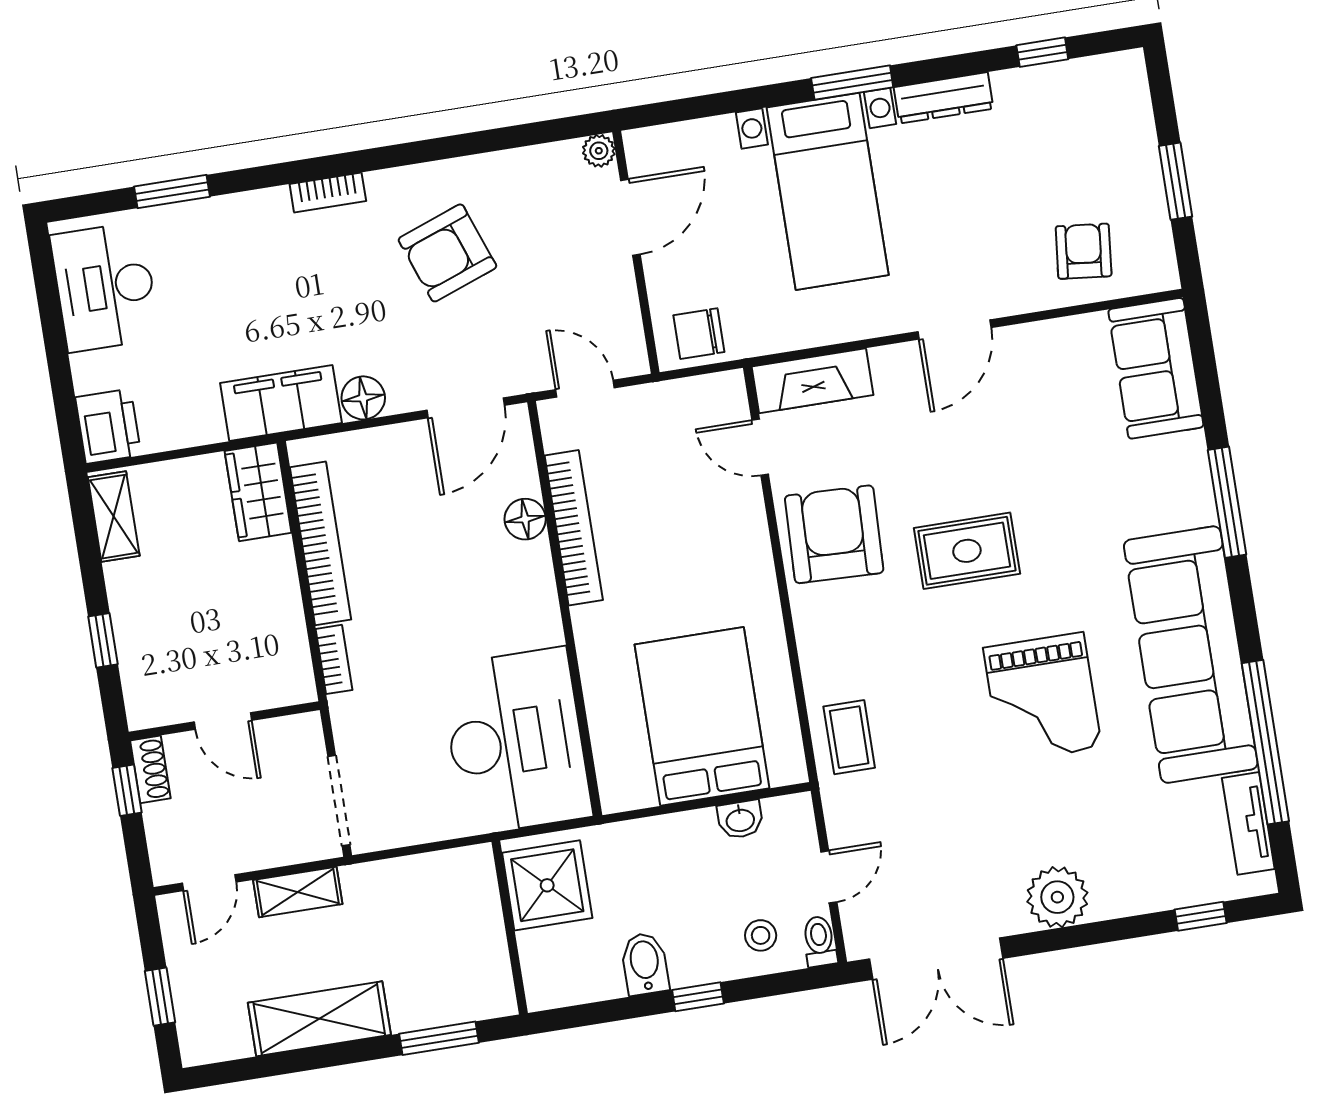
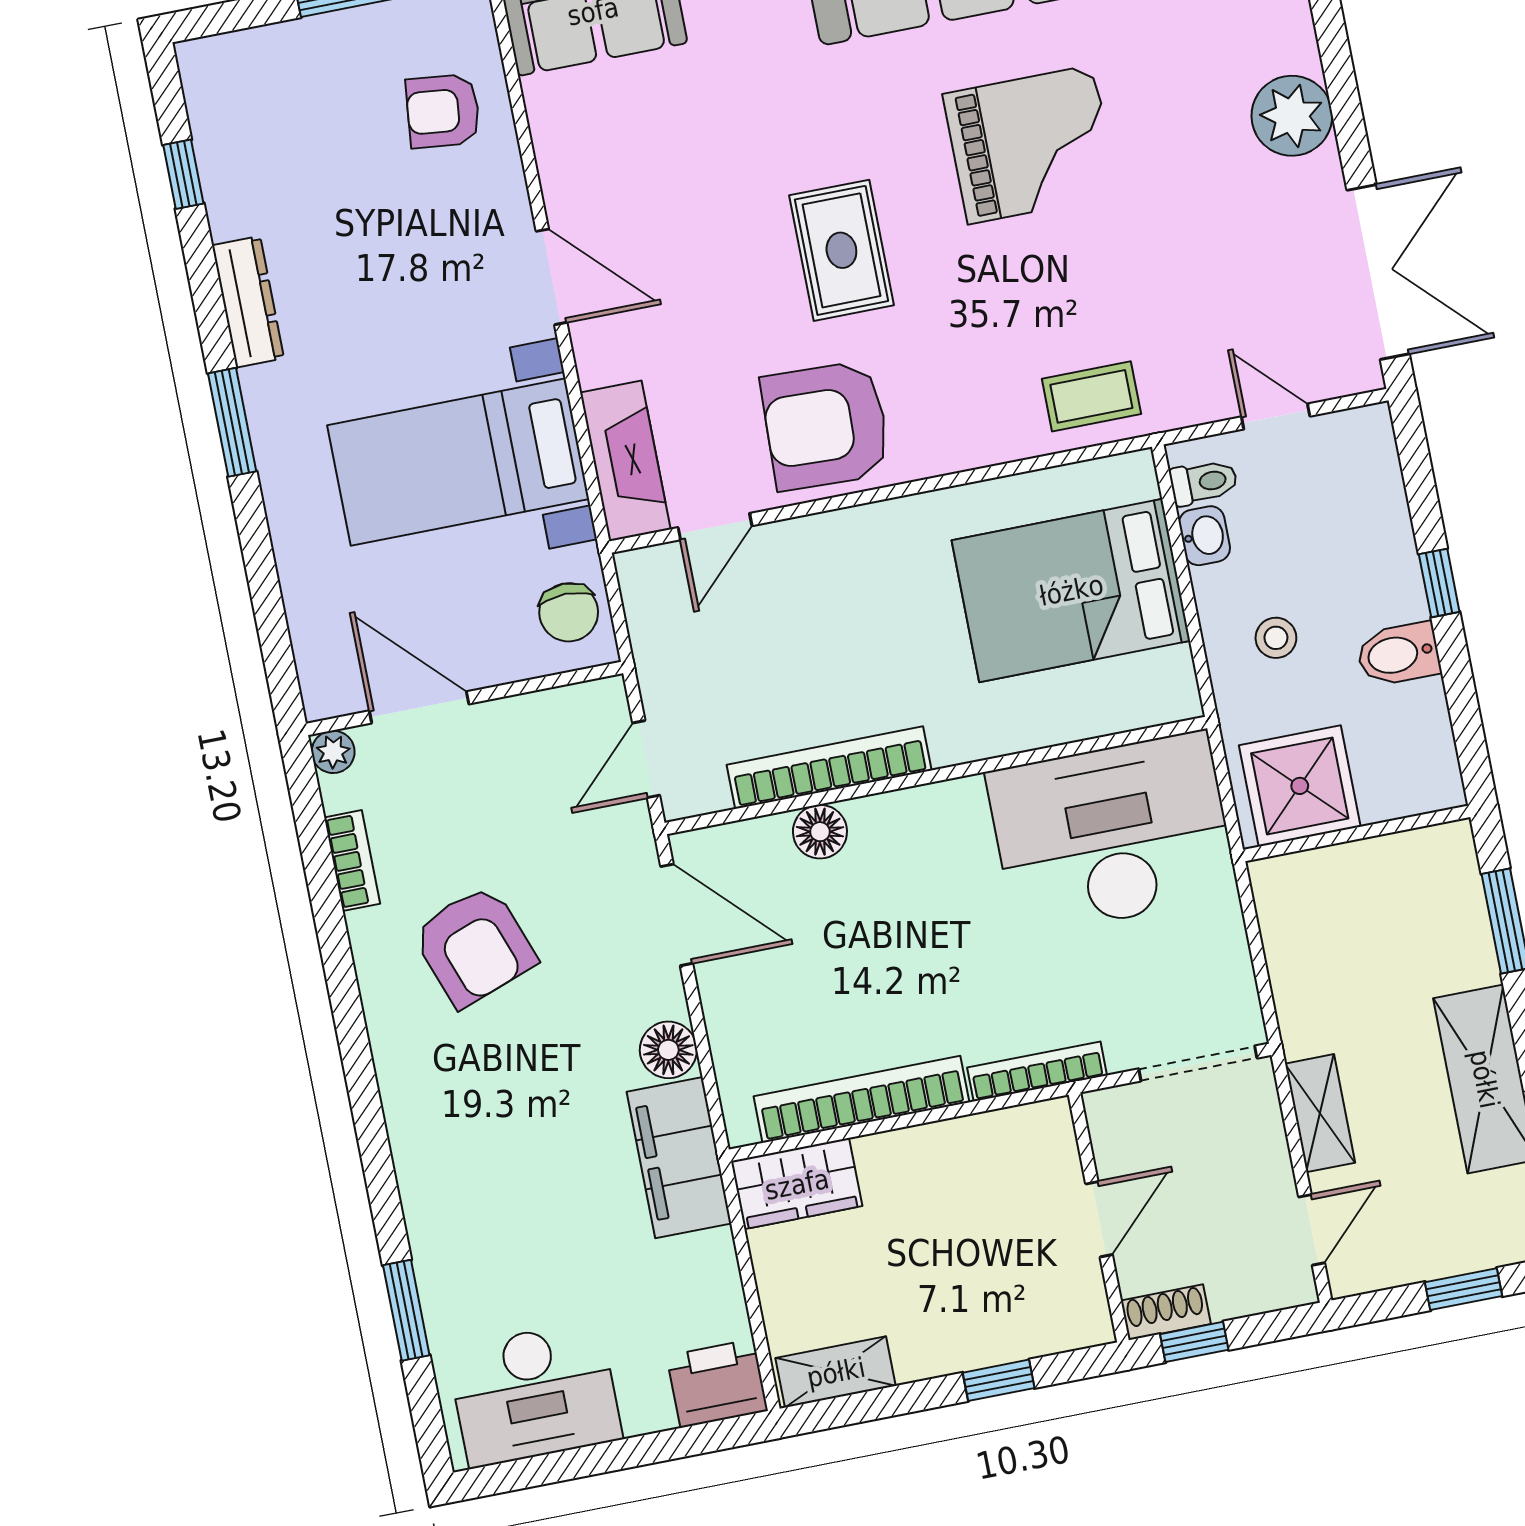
bed with nightstands: (828, 191) -> (458, 462), moved, turned 180
bookcase: (328, 192) -> (352, 861), moved
bookcase: (334, 659) -> (1037, 1071), width x1.56
door: (209, 883) -> (1312, 1230), hinge flipped
stool: (761, 935) -> (1276, 638), moved
toilet: (820, 941) -> (1204, 482), moved, turned 180

